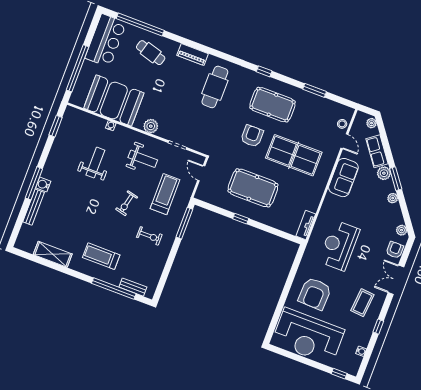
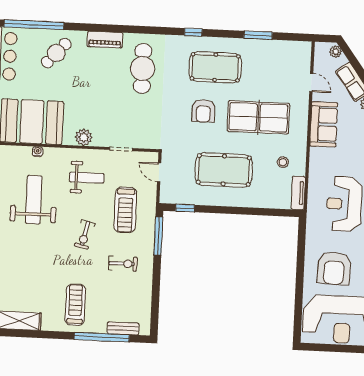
cafe table: (151, 53) -> (56, 53), turned -64
stool: (342, 124) -> (283, 162), moved
armchair: (252, 136) -> (203, 111), turned 180
weight bench: (95, 163) -> (34, 200), width x1.36, depth x1.33
treadmill: (165, 194) -> (125, 210), turned 180
window: (241, 219) -> (185, 208), moved
treadmill: (101, 256) -> (75, 305), turned 90

